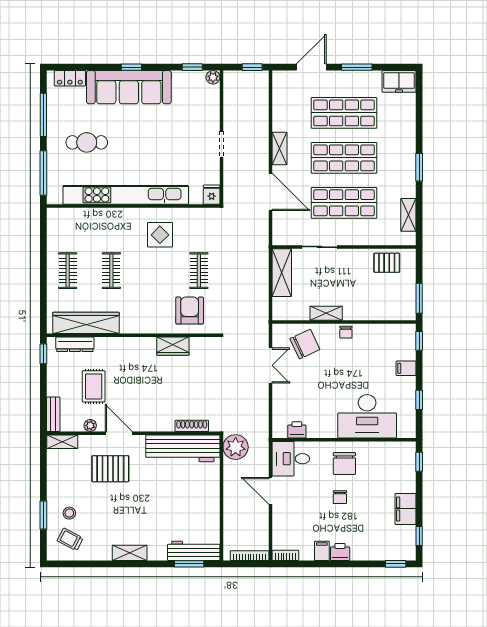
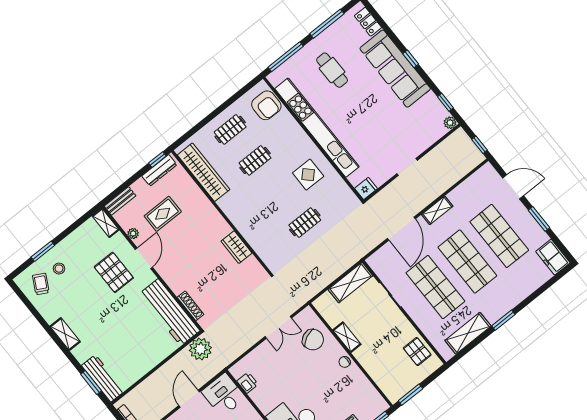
shelving: (408, 215) -> (468, 333), width x1.50, depth x1.33
armchair: (190, 311) -> (266, 105), moved, turned 90
dresser: (75, 344) -> (159, 170), moved, turned -90

